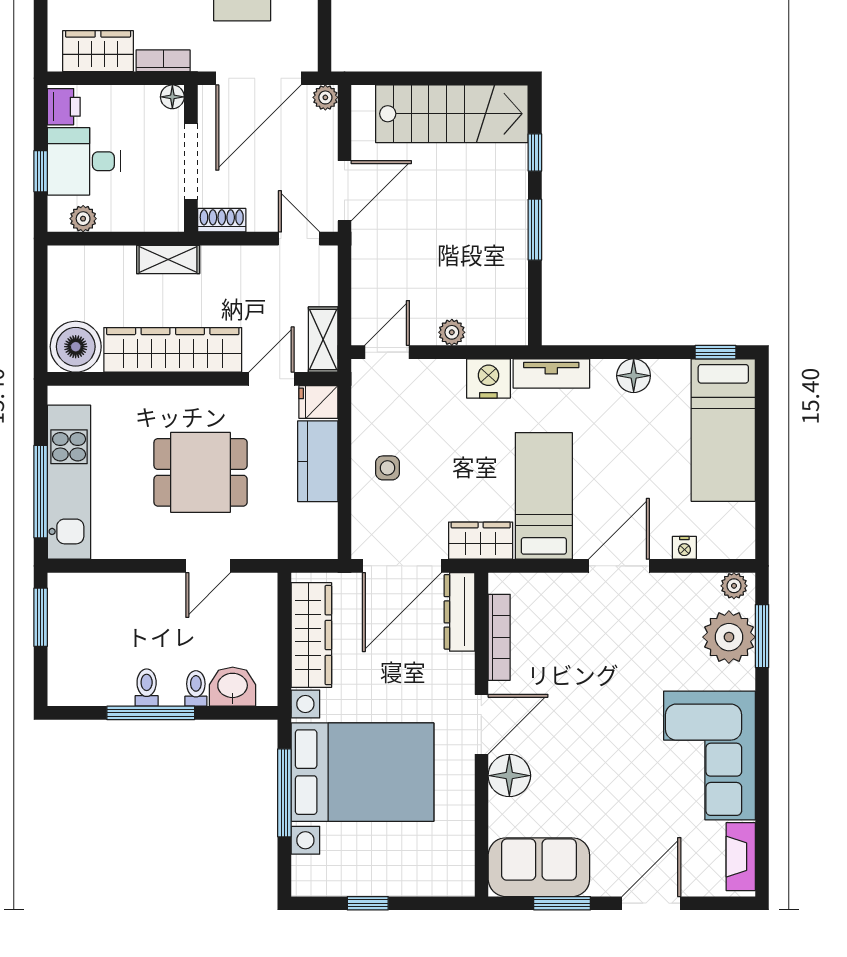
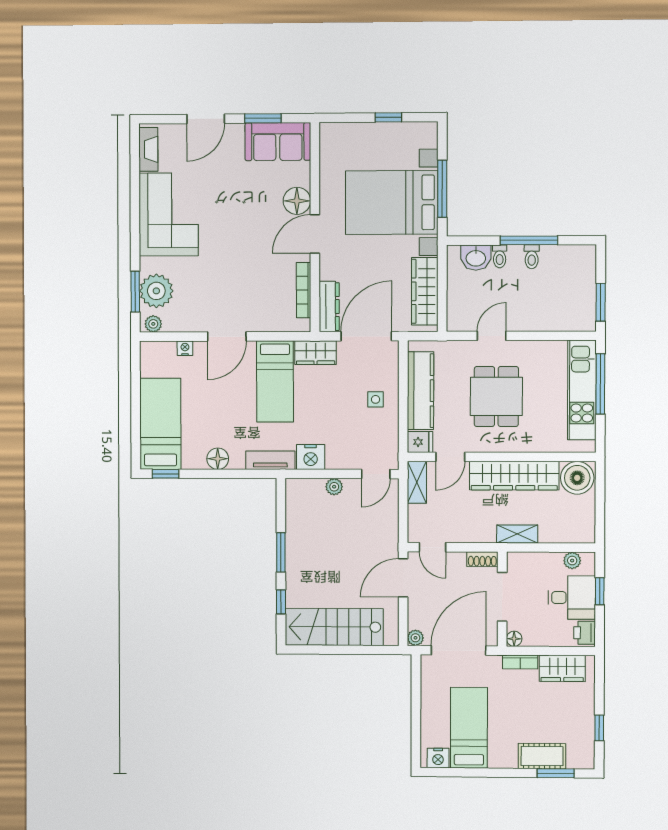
kitchen counter: (318, 461) -> (421, 391), width x1.50
dining table: (201, 472) -> (496, 396), turned 90

